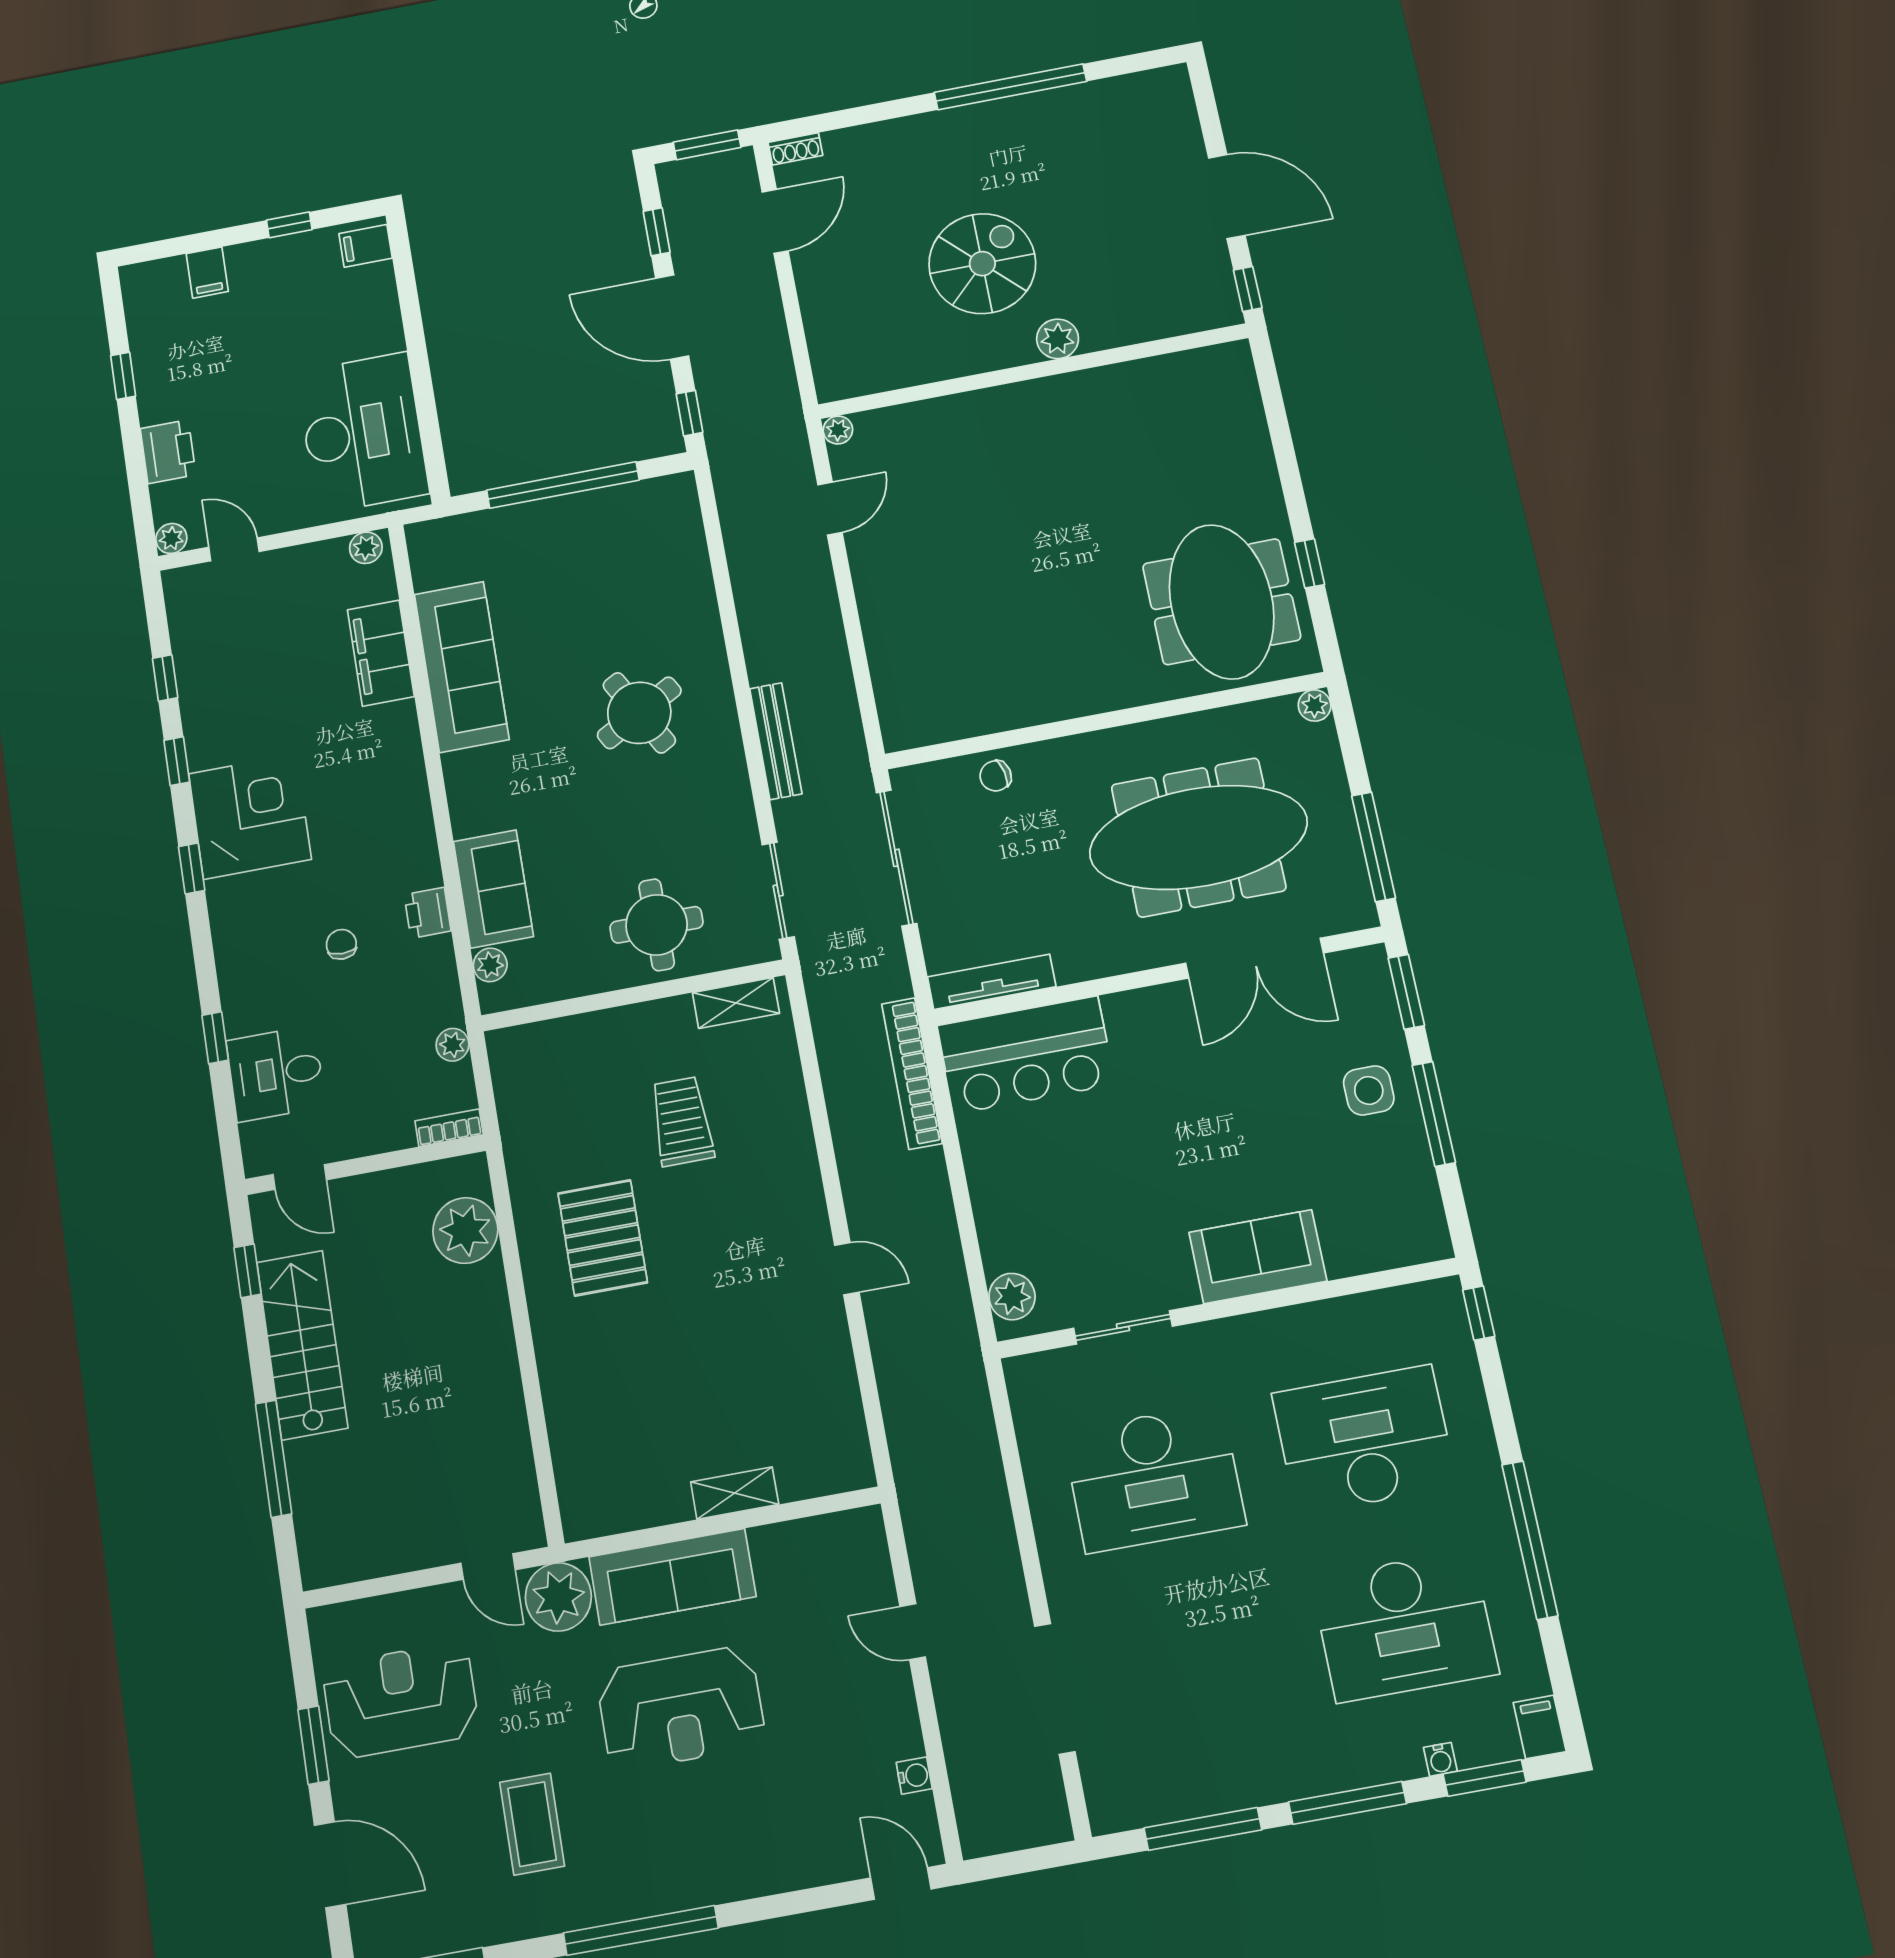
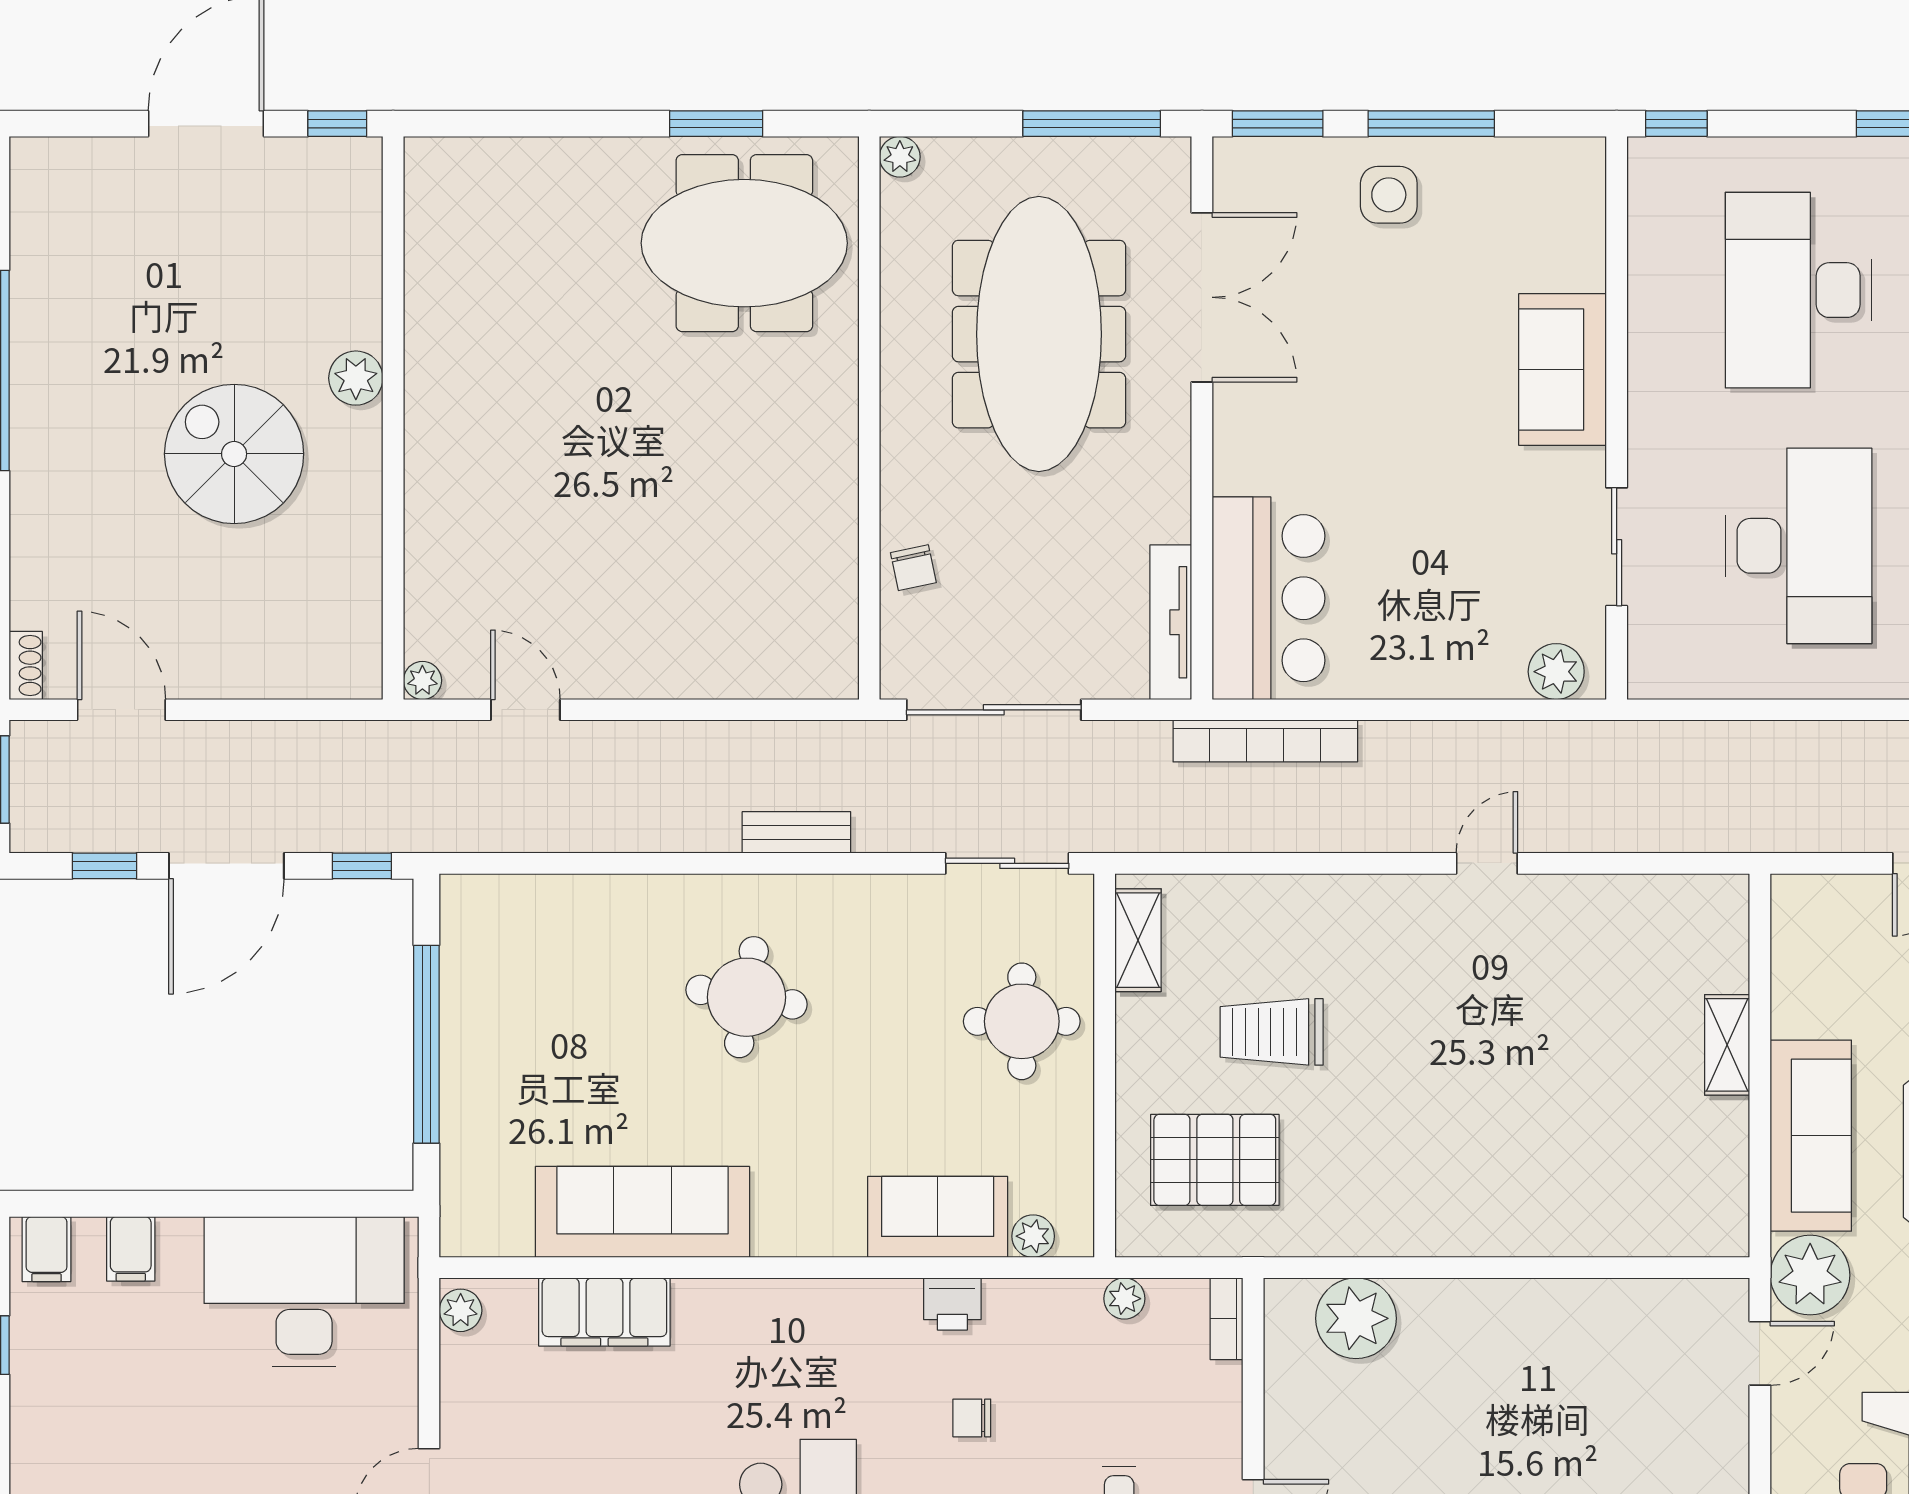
filing cabinet: (207, 273) -> (131, 1249), moved, turned 90
window: (1310, 563) -> (716, 124), width x1.50
round table: (639, 713) -> (746, 997), turned 38
bench: (776, 741) -> (796, 832), width x0.73
pallet: (603, 1238) -> (1215, 1160), moved

